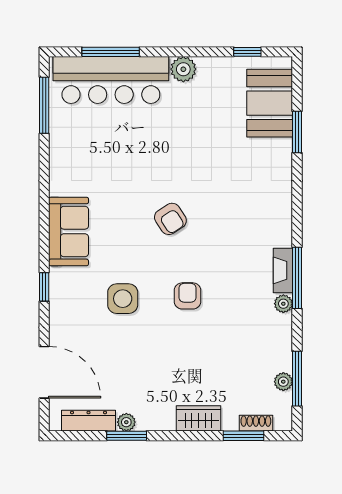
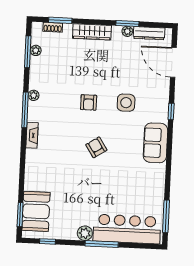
window: (111, 52) -> (102, 244), moved
window: (297, 132) -> (20, 215), moved
fireplace: (283, 270) -> (32, 135), moved
wardrobe: (198, 418) -> (92, 32), width x1.50

